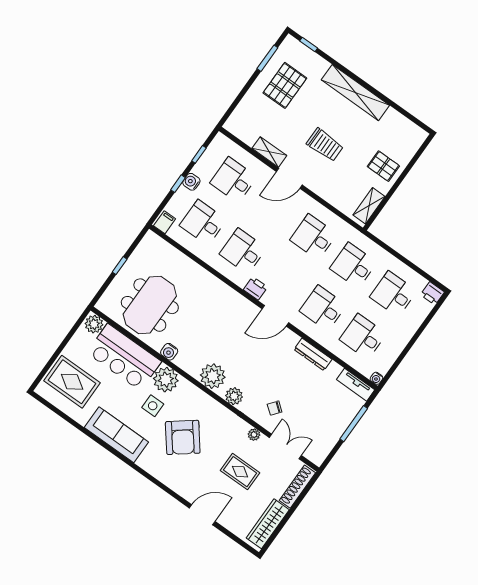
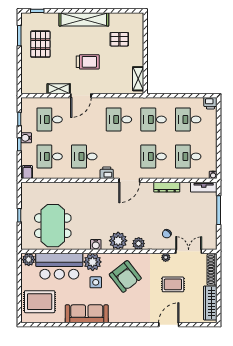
pallet: (383, 166) -> (119, 39), moved
water cooler: (169, 352) -> (96, 245), moved
armchair: (183, 437) -> (125, 276), moved

